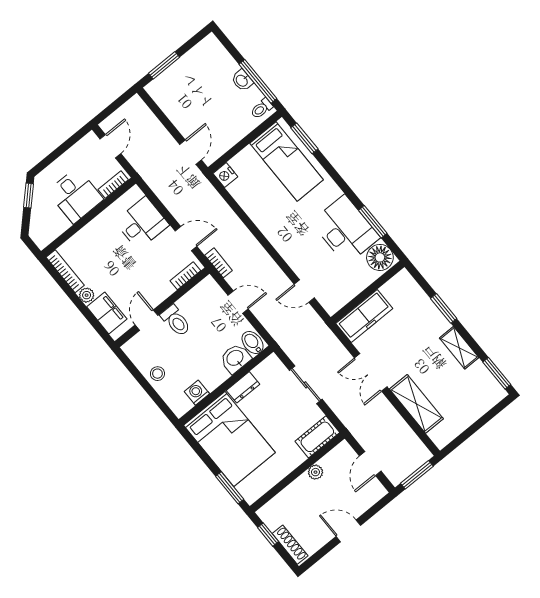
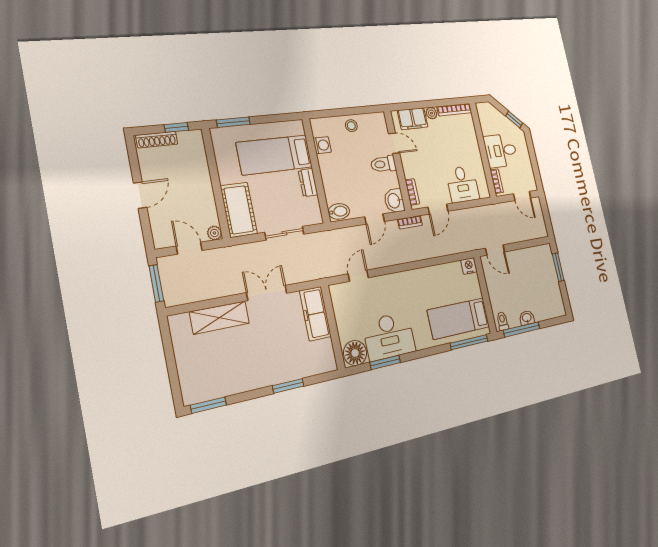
window: (304, 138) -> (469, 342), width x1.44
shelving: (459, 348) -> (248, 382), removed
washbasin: (235, 358) -> (394, 201), moved, turned 180
cot: (317, 437) -> (239, 210), width x1.37, depth x1.34
bed: (229, 439) -> (275, 155), width x0.67
plant: (315, 472) -> (214, 233), moved

